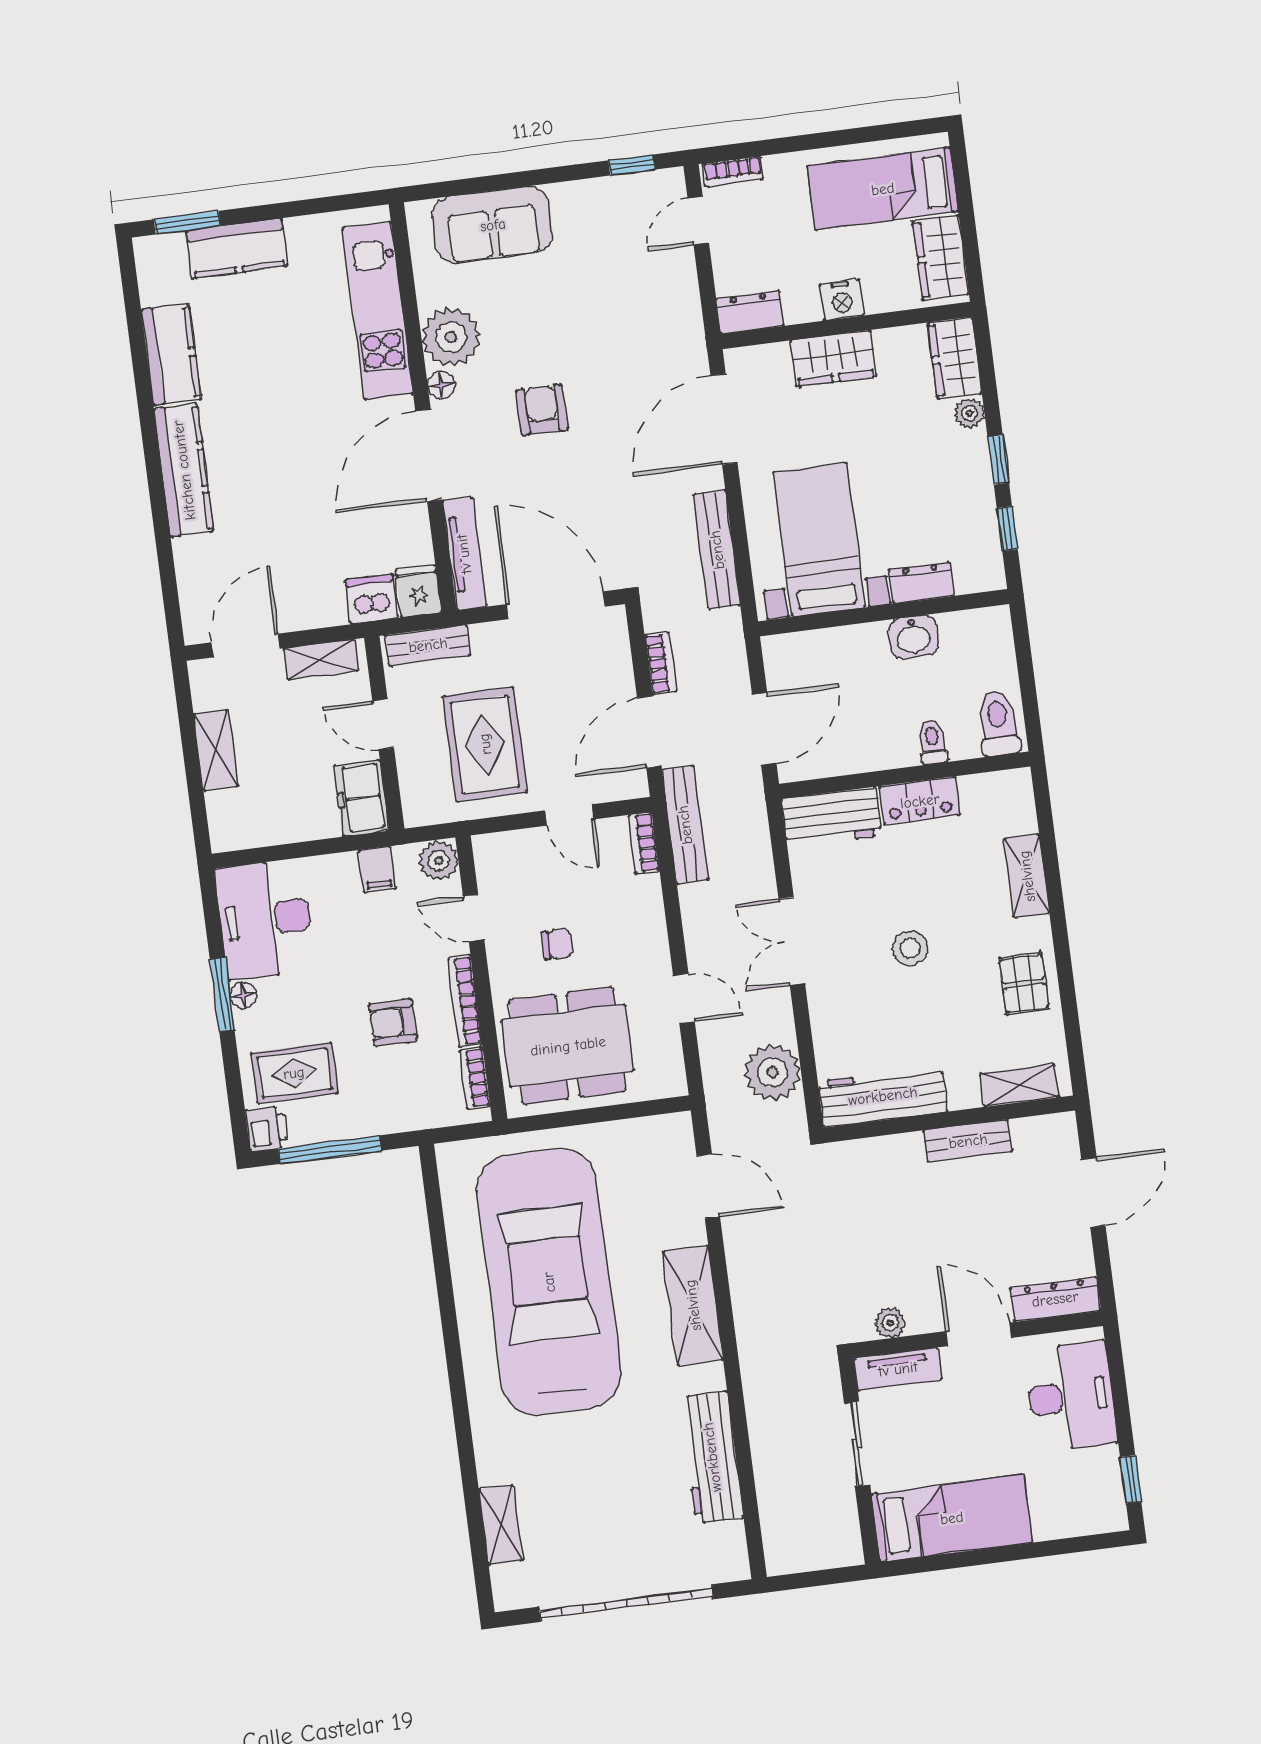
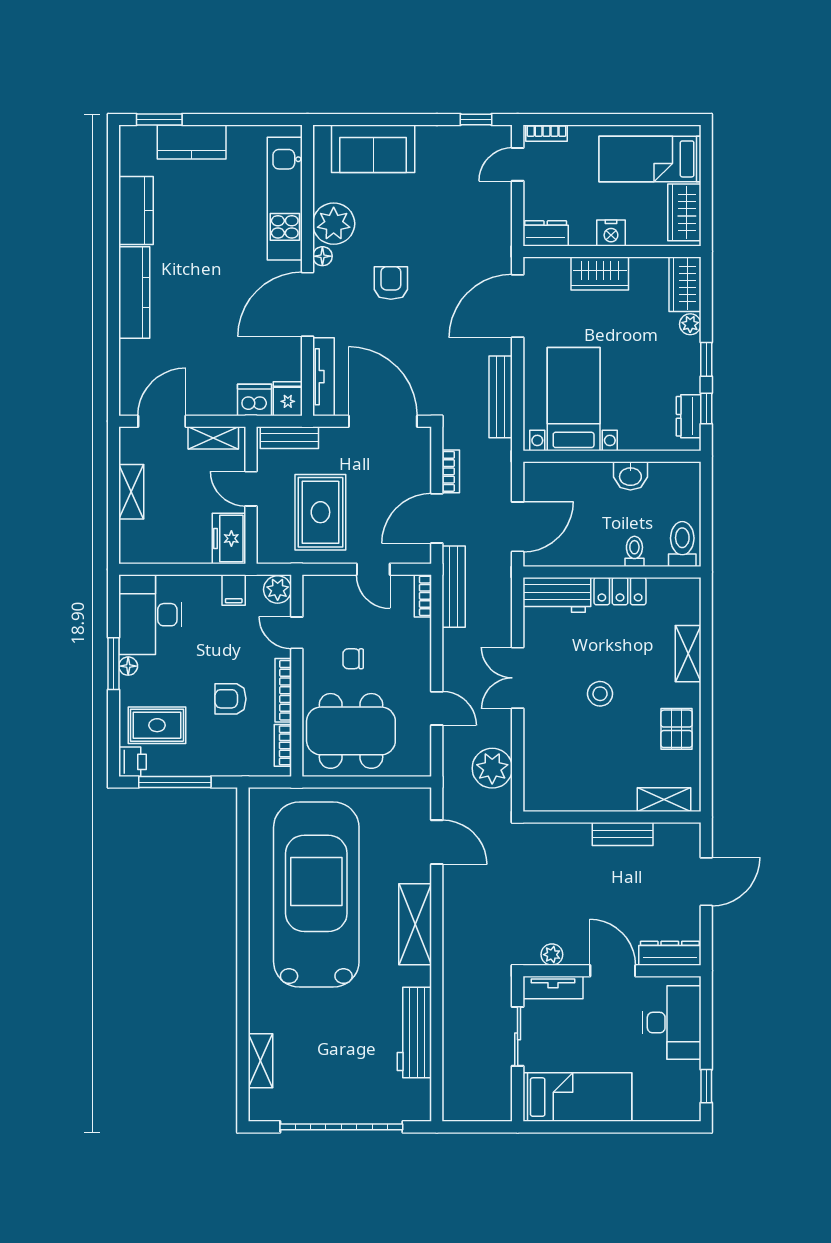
dresser: (921, 583) -> (689, 416), moved, turned -90
chair: (557, 944) -> (353, 659), turned 180
workbench: (883, 1096) -> (567, 795), removed

